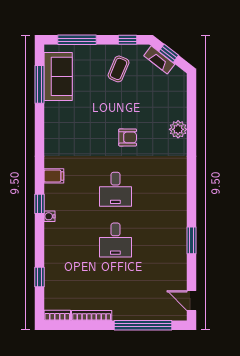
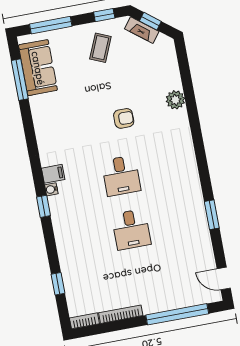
water cooler: (49, 216) -> (51, 189), moved

